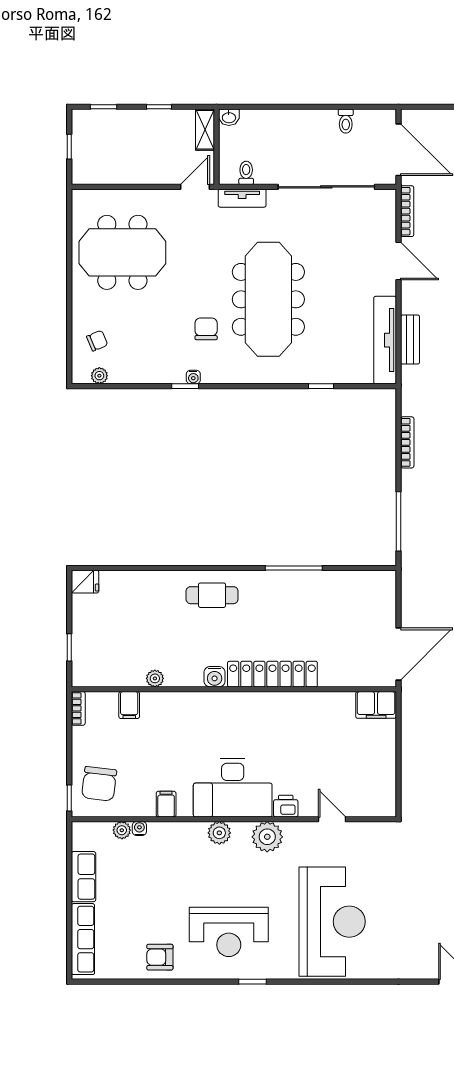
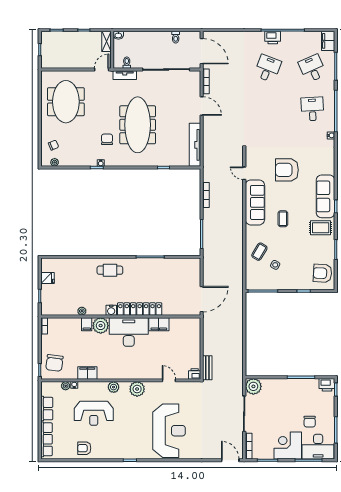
meeting table: (122, 252) -> (66, 102), turned 90
bench: (410, 340) -> (207, 368), moved
fridge: (85, 582) -> (48, 278), moved
filing cabinet: (129, 705) -> (87, 324), moved
filing cabinet: (376, 705) -> (159, 324), moved
plant: (193, 708) -> (101, 326), added
desk: (233, 788) -> (129, 332), moved, turned 180
filing cabinet: (166, 804) -> (87, 373), width x2.00
printer: (286, 806) -> (195, 374), moved
reception desk: (229, 932) -> (94, 413), moved

